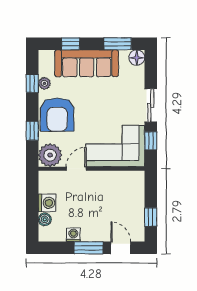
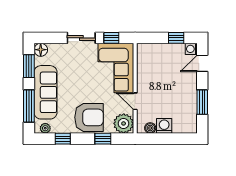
window: (71, 44) -> (29, 106), width x2.17
plant: (44, 83) -> (45, 128), moved
boiler: (45, 219) -> (150, 128), moved
washing machine: (73, 235) -> (191, 49), moved
window: (88, 248) -> (202, 102), moved

